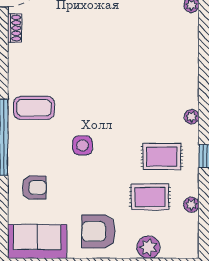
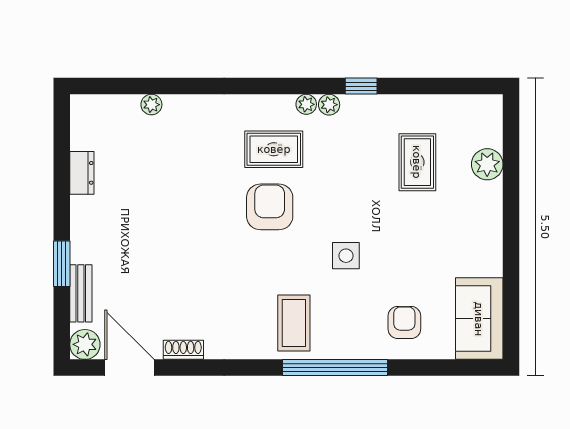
rug: (162, 157) -> (274, 149), moved, turned 90
plant: (191, 205) -> (329, 105), moved
armchair: (98, 231) -> (270, 207), moved, turned 180

